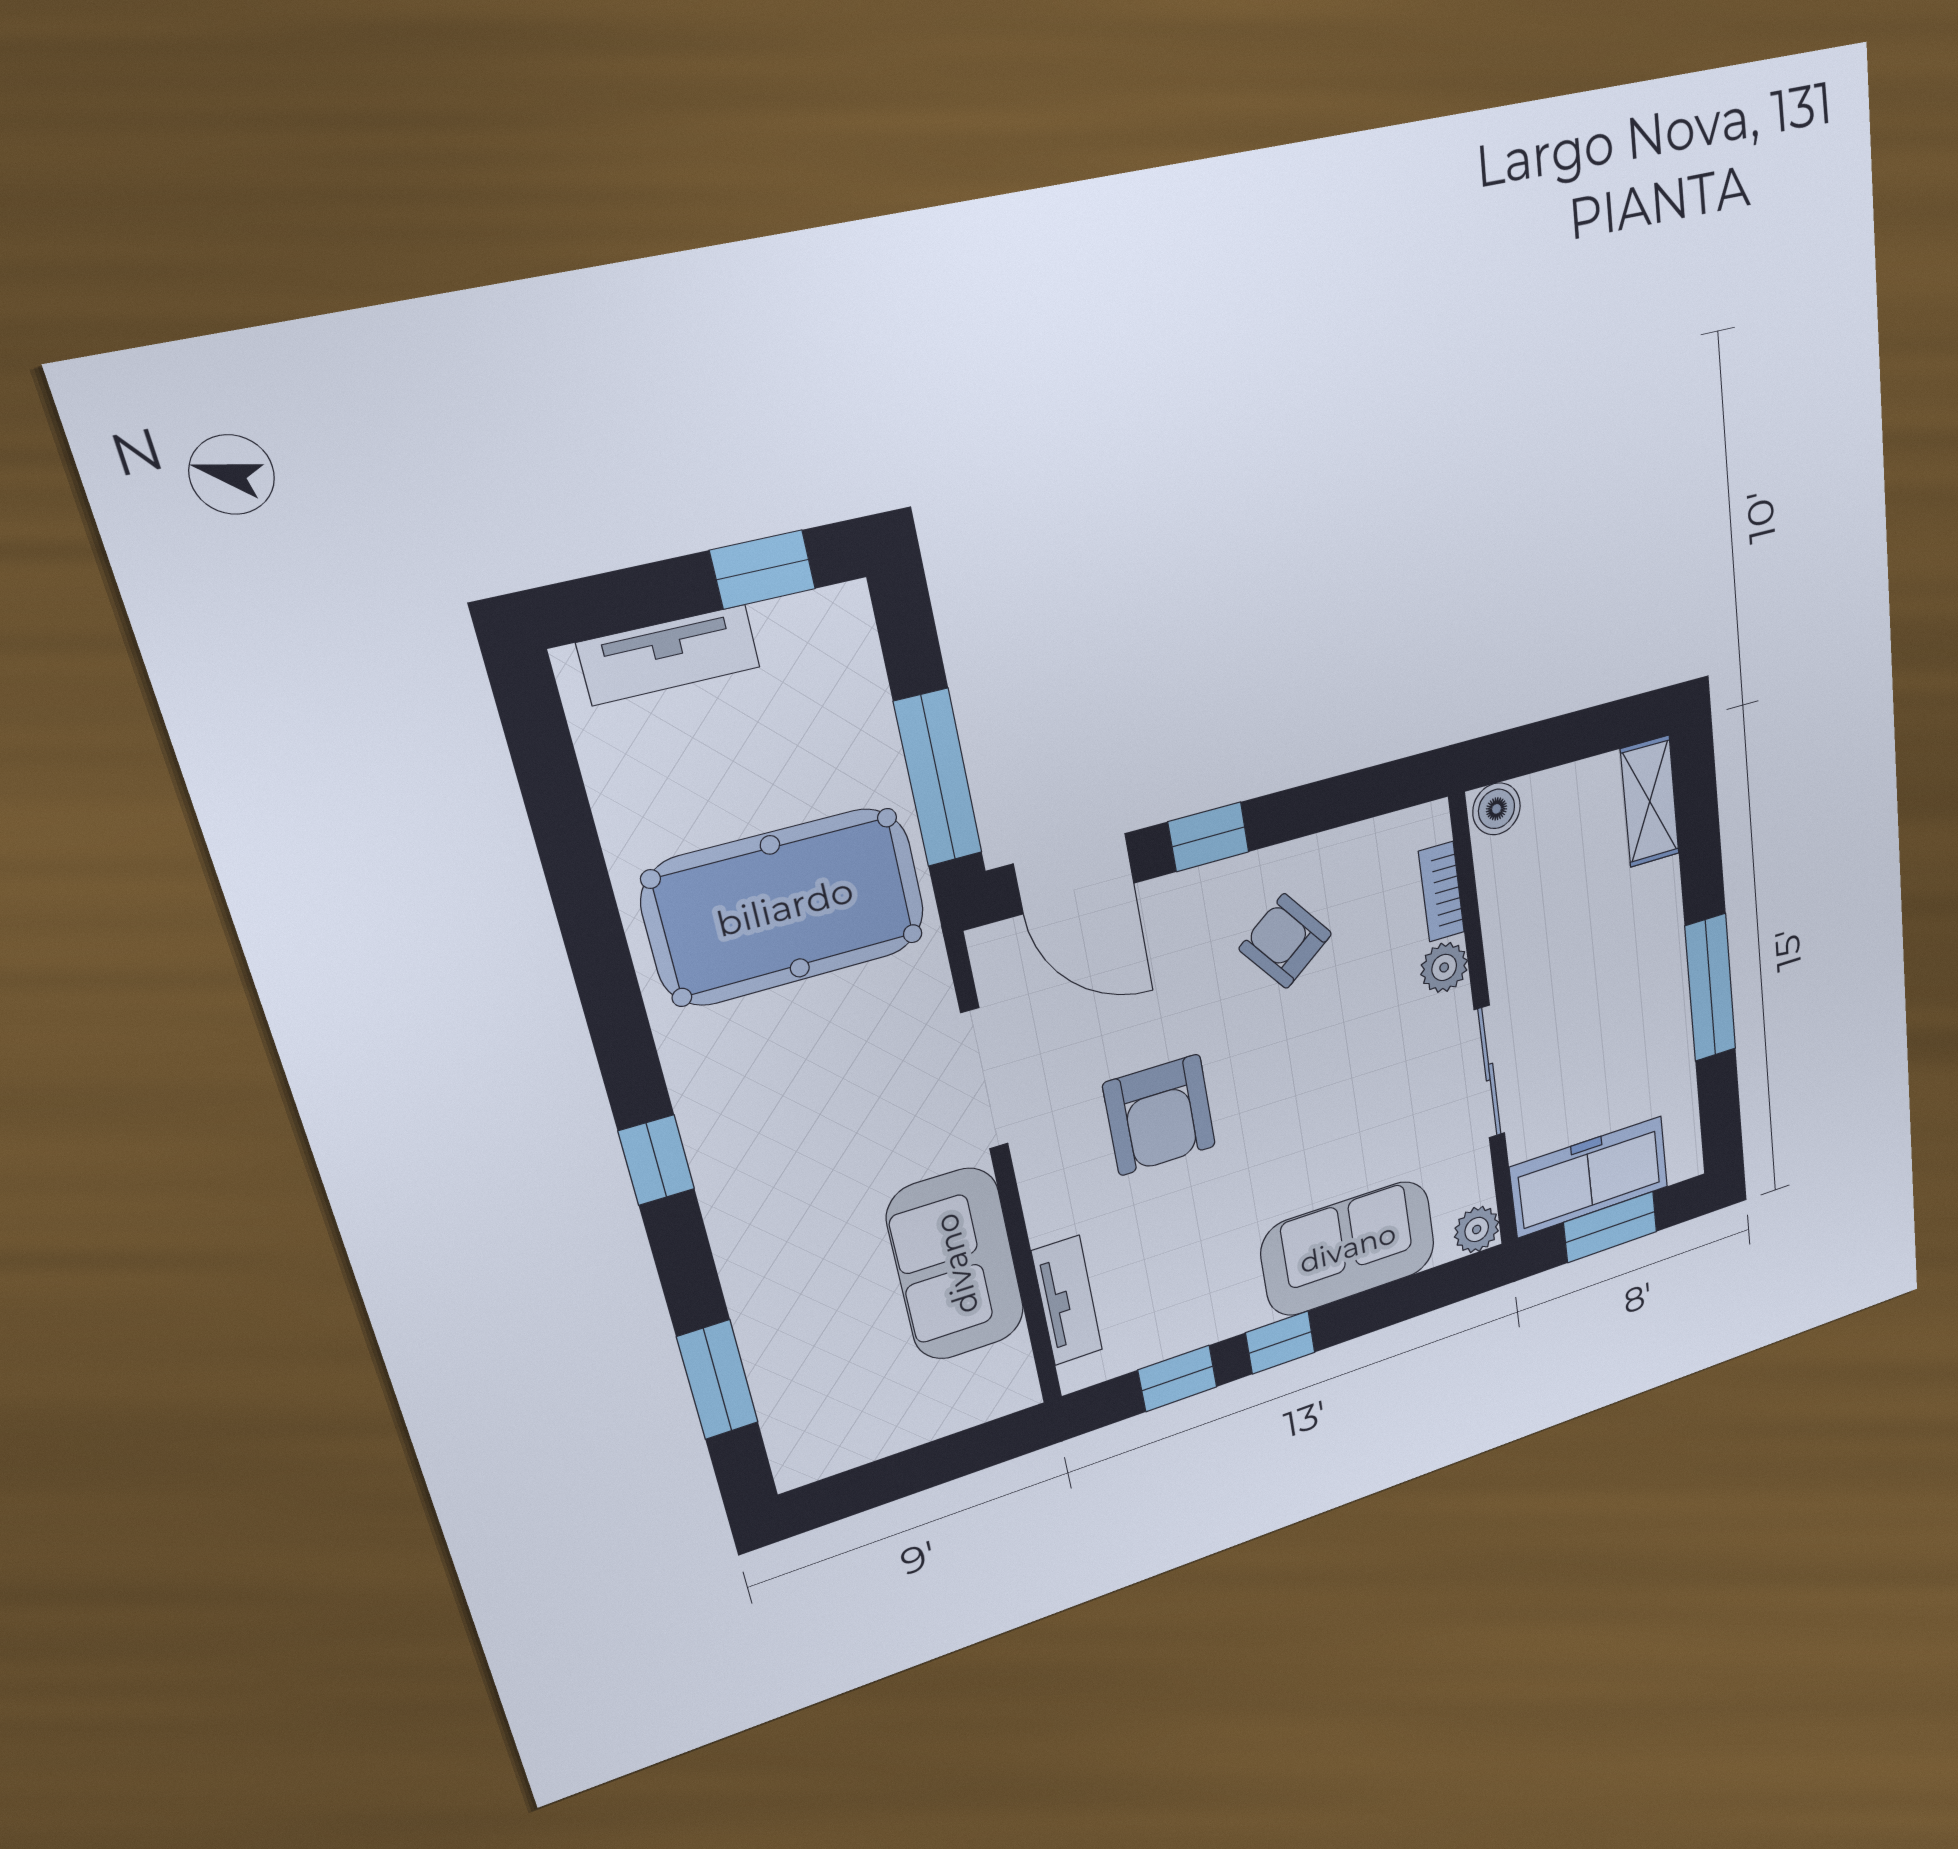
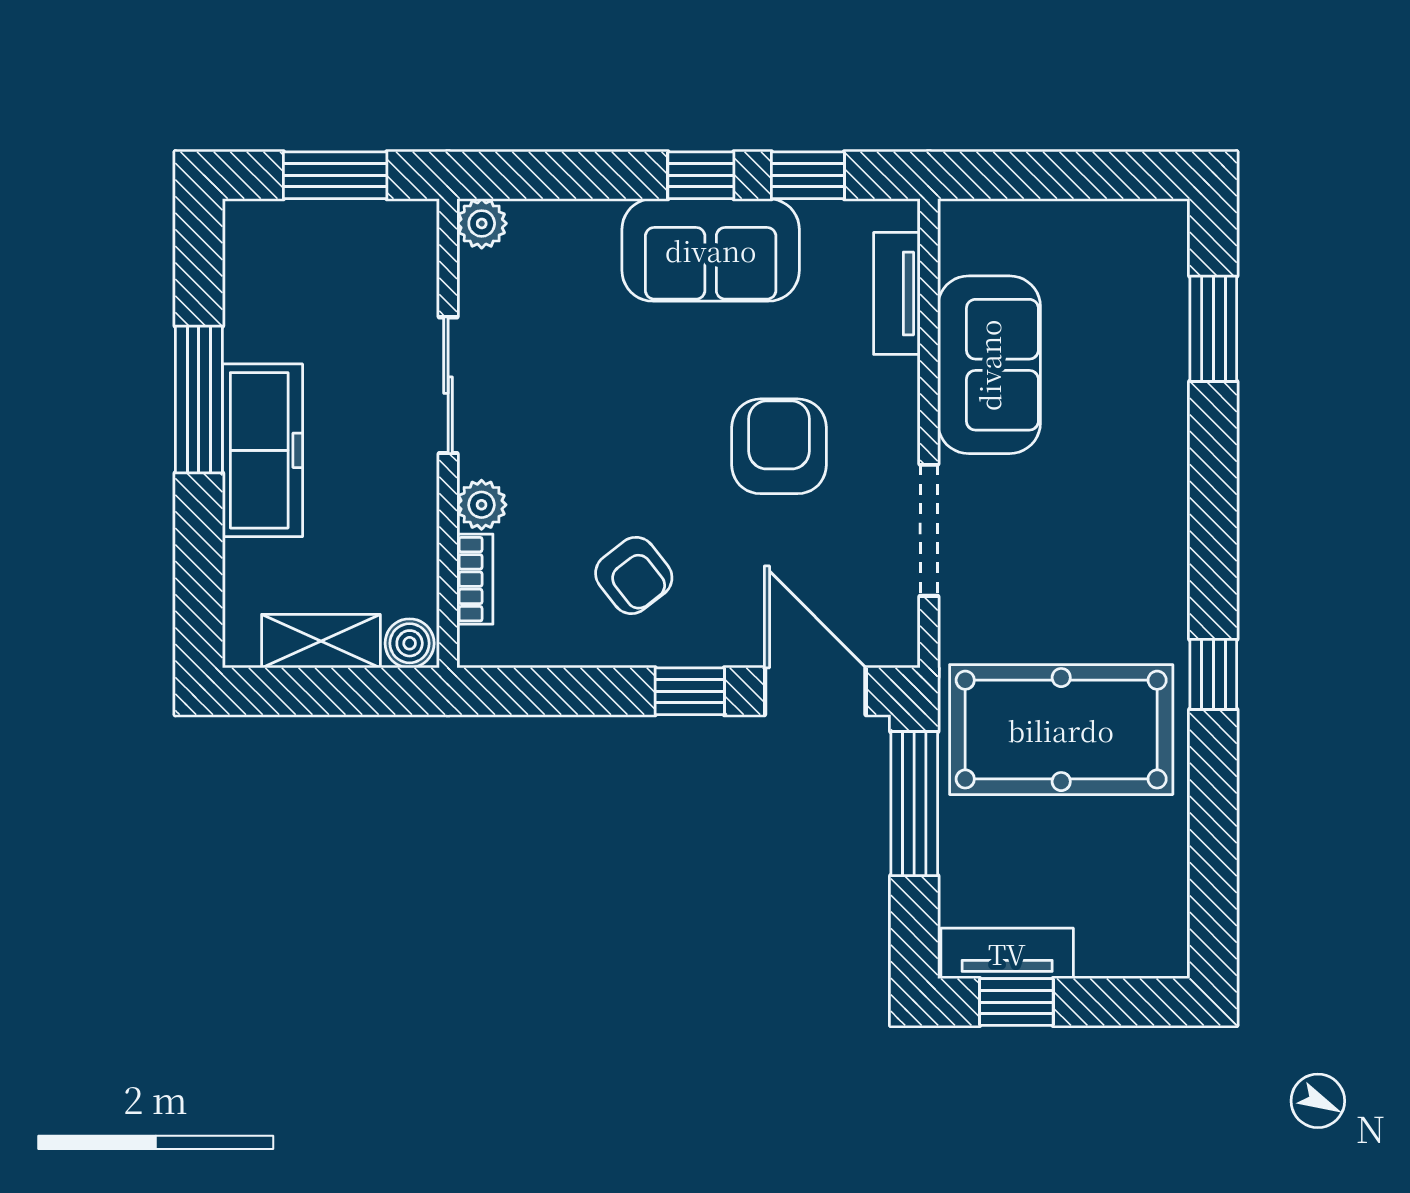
tv unit: (669, 655) -> (1007, 953), moved
shelving: (1650, 801) -> (321, 641), moved, turned 90
window: (656, 1160) -> (1213, 674), moved
freezer: (1589, 1177) -> (262, 450), moved, turned -90
sofa: (1348, 1248) -> (711, 250), moved

